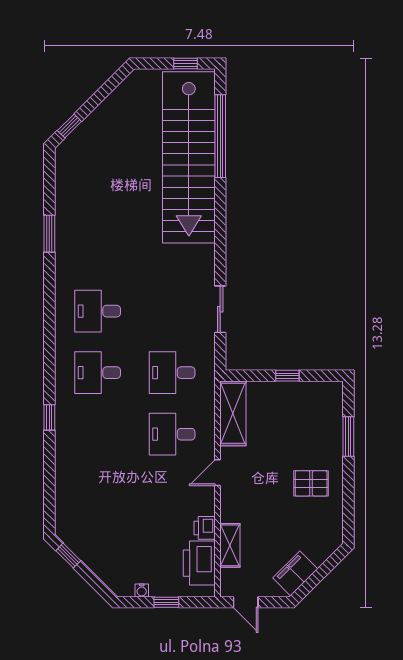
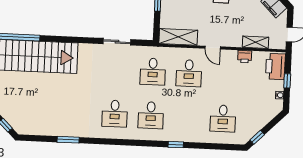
desk: (98, 496) -> (223, 118), added
printer: (199, 563) -> (275, 66), moved, turned 90

